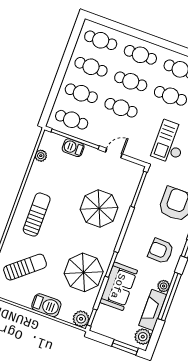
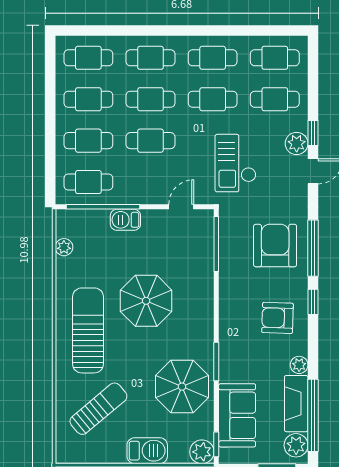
barbecue: (73, 148) -> (125, 220), moved
door: (114, 153) -> (181, 207), moved
parasol: (99, 209) -> (146, 301), moved
sun lounger: (37, 215) -> (88, 330), width x1.36, depth x1.34
sofa: (118, 286) -> (237, 415), moved
window: (170, 297) -> (313, 415), moved

